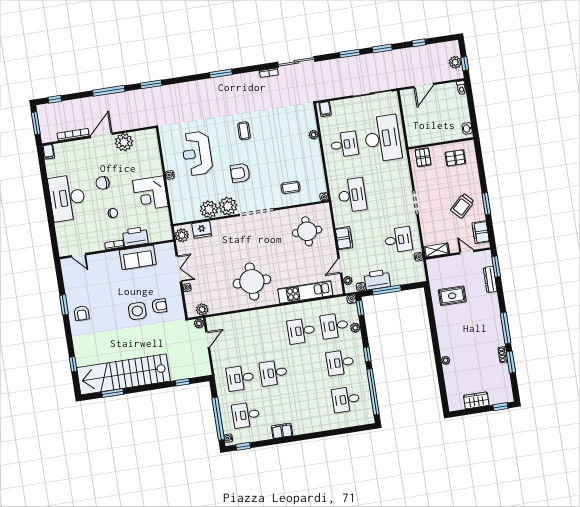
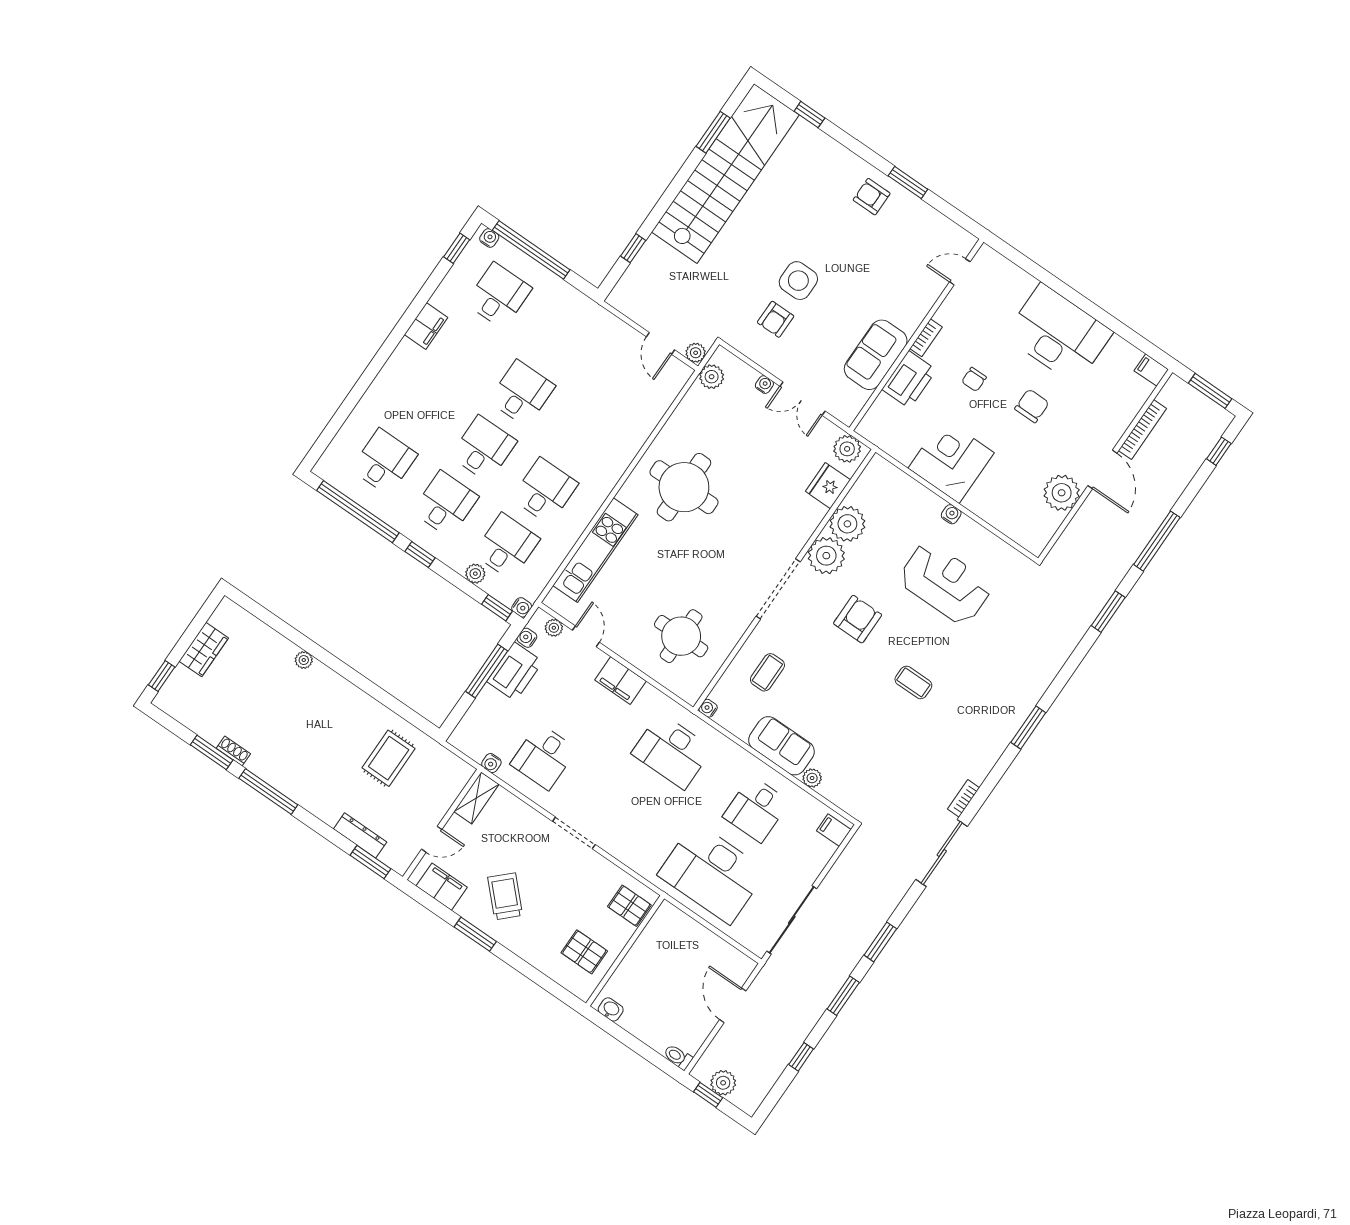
sofa: (312, 157) -> (781, 746), added
pallet: (455, 158) -> (584, 952), turned 90
desk: (240, 378) -> (484, 449), moved

